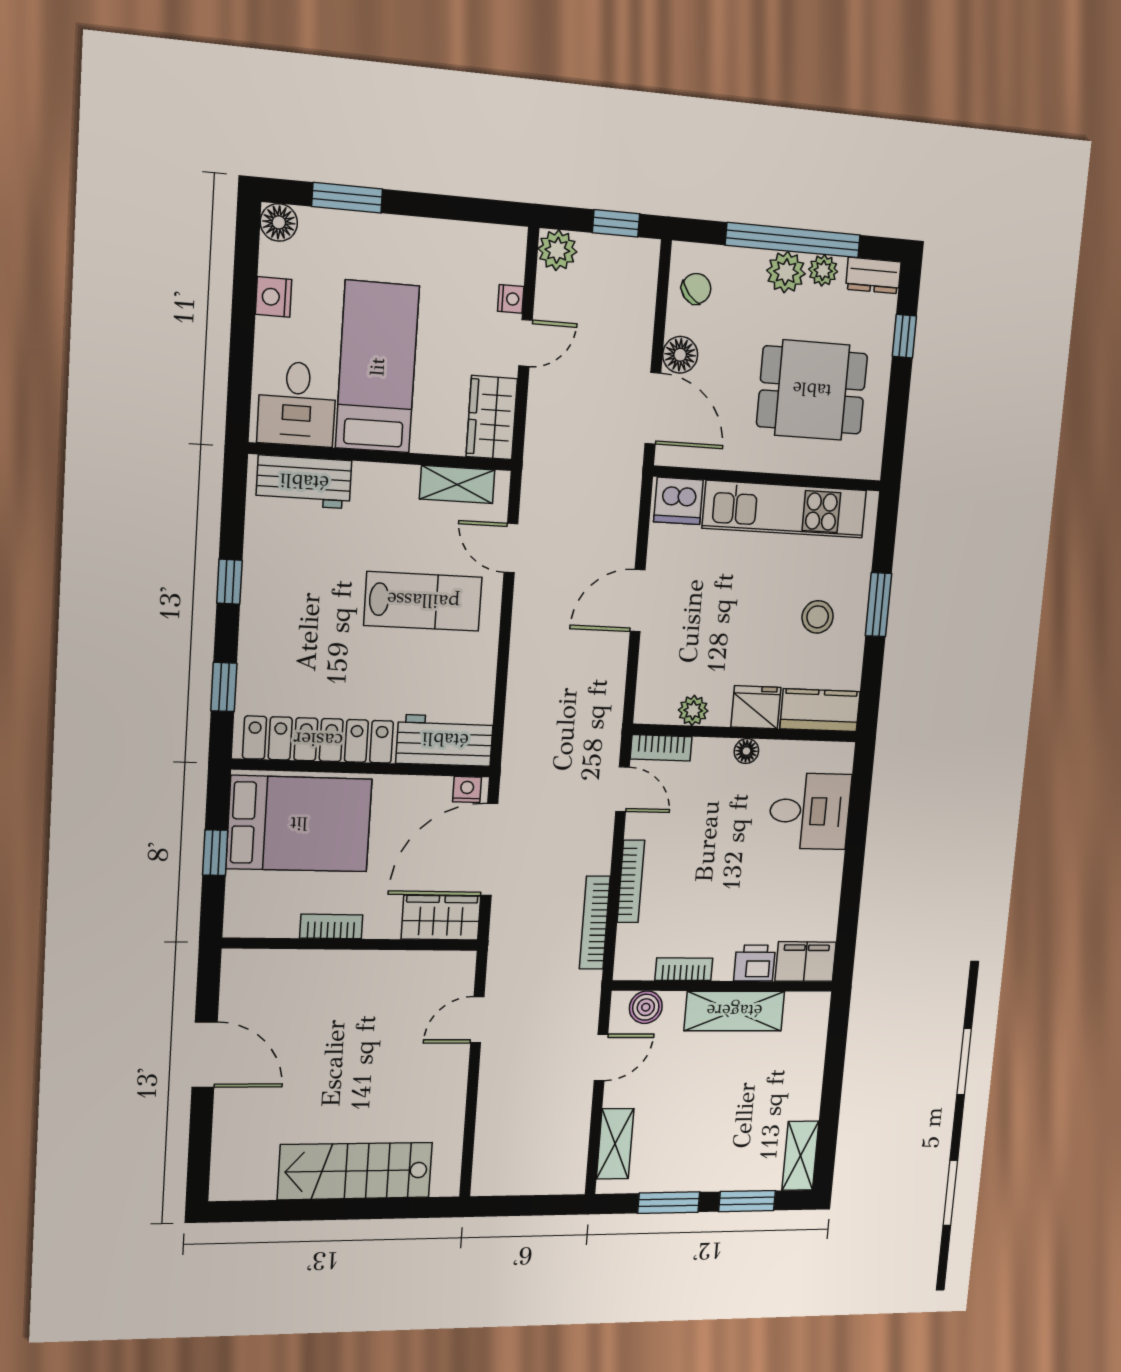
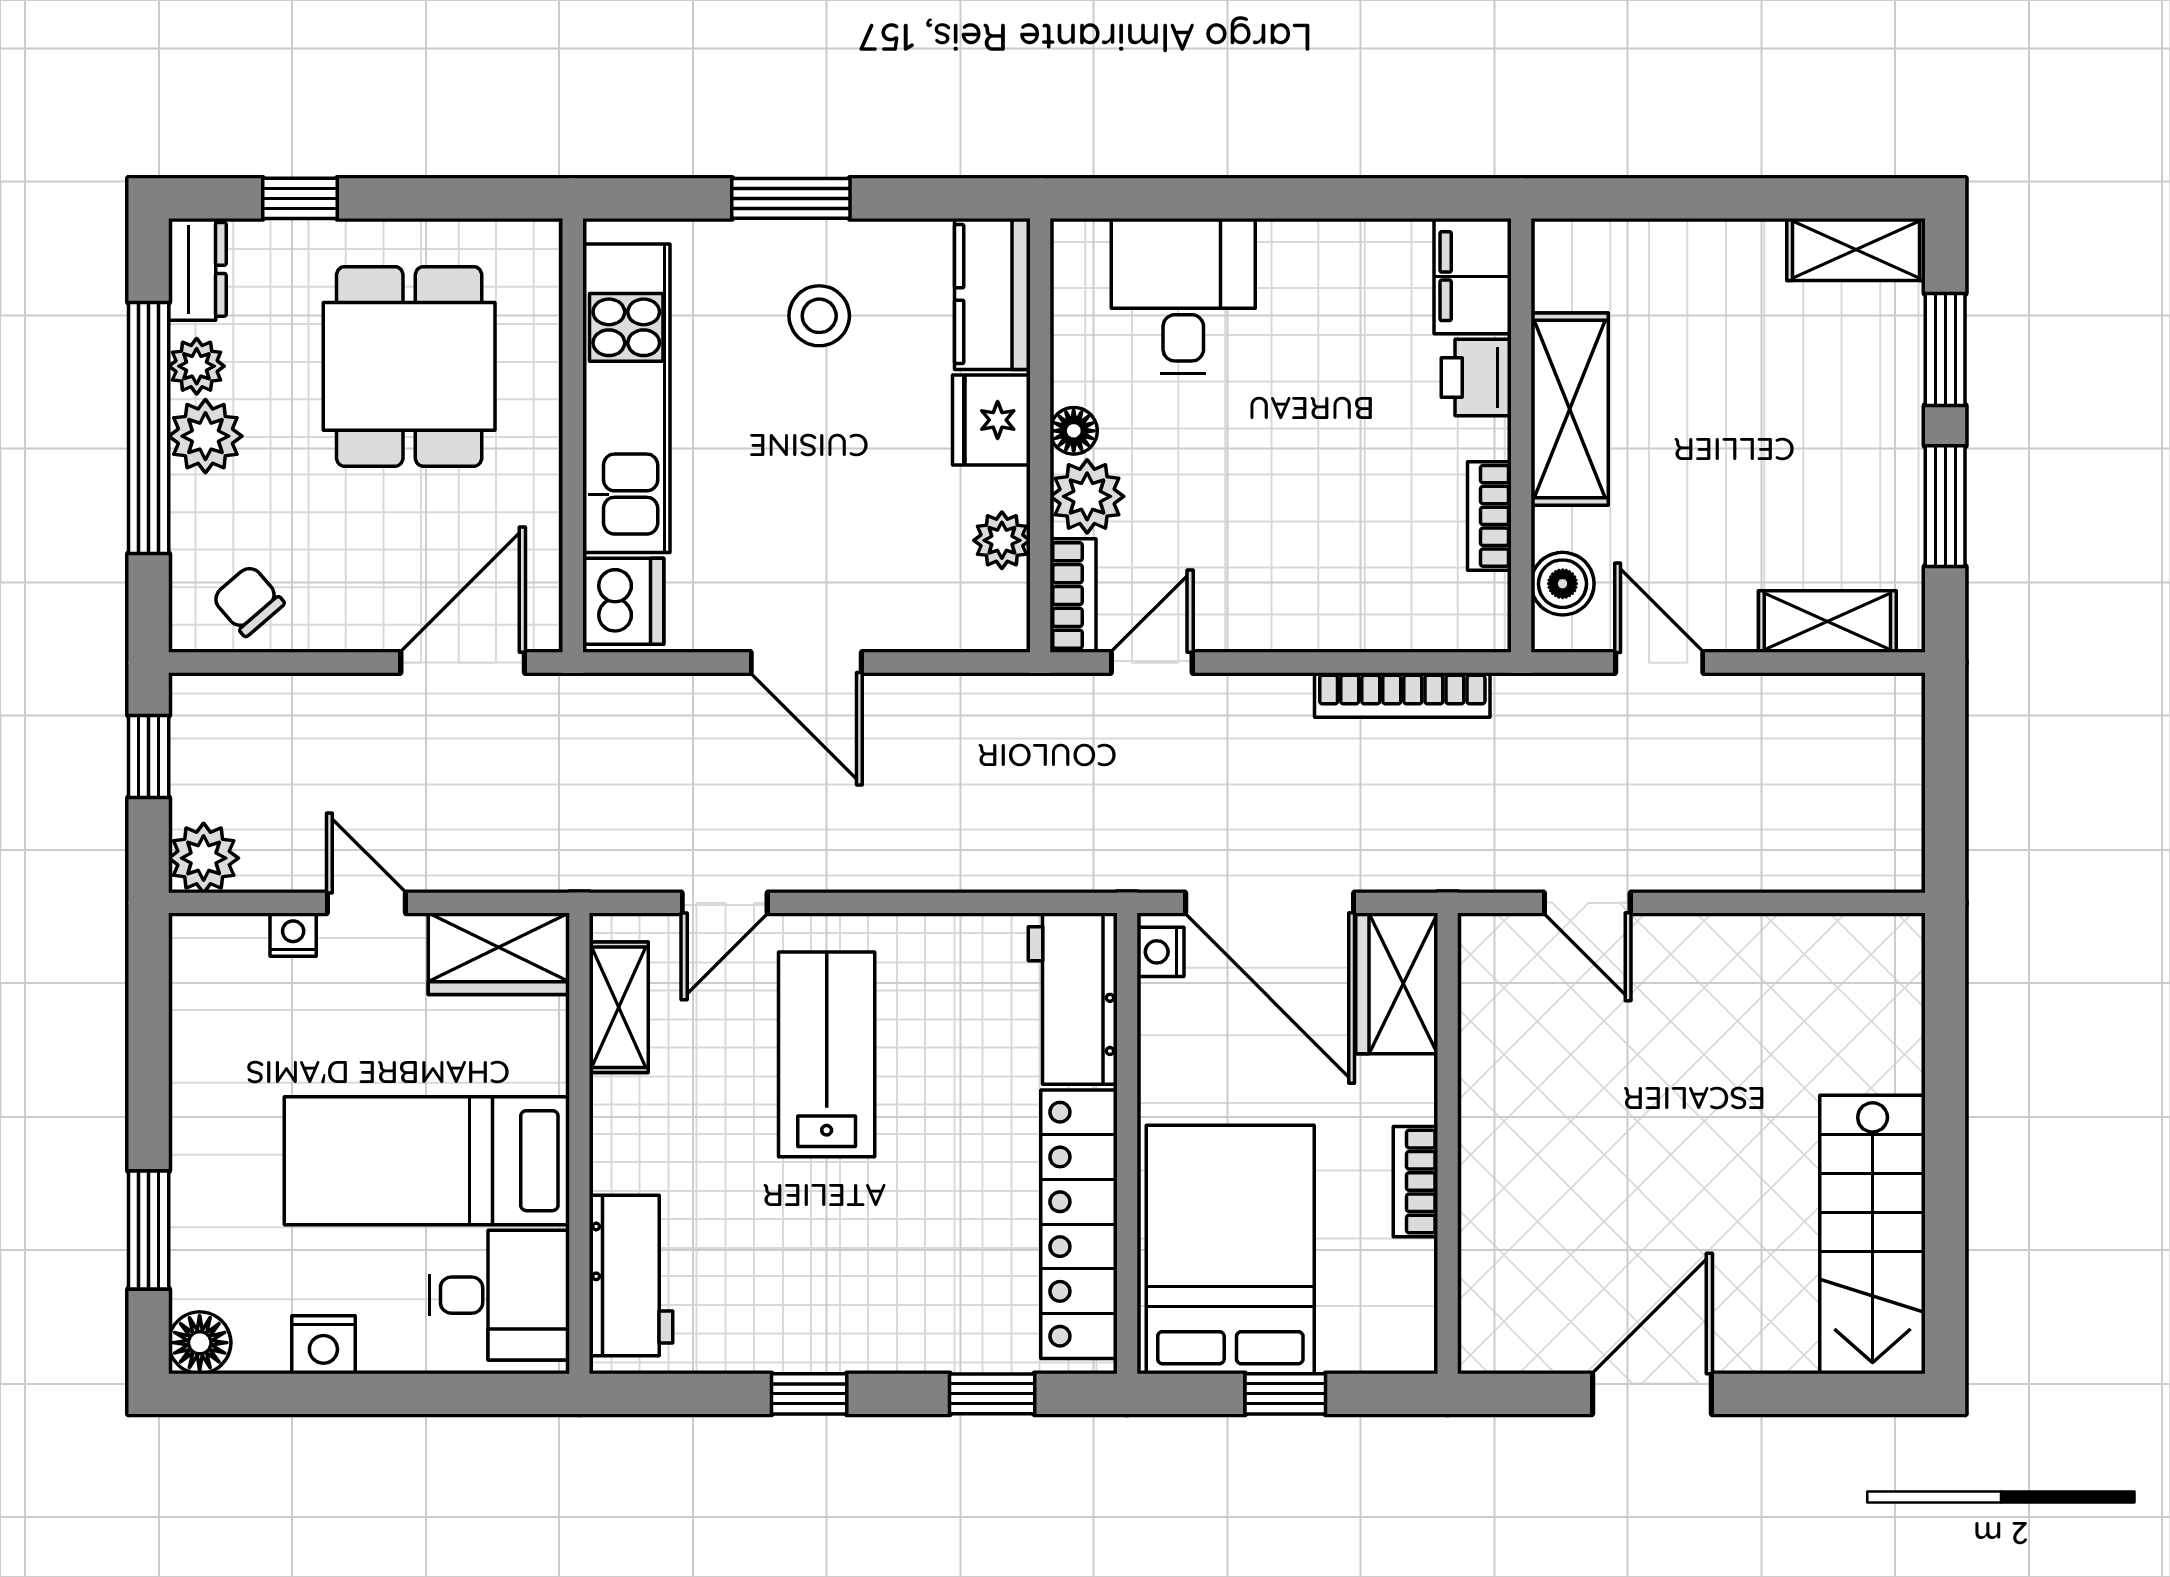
floor lamp: (680, 355) -> (365, 620), removed
plant: (712, 757) -> (1087, 496), added
bookcase: (631, 881) -> (1324, 633), removed
stairs: (355, 1171) -> (1873, 1234), moved

